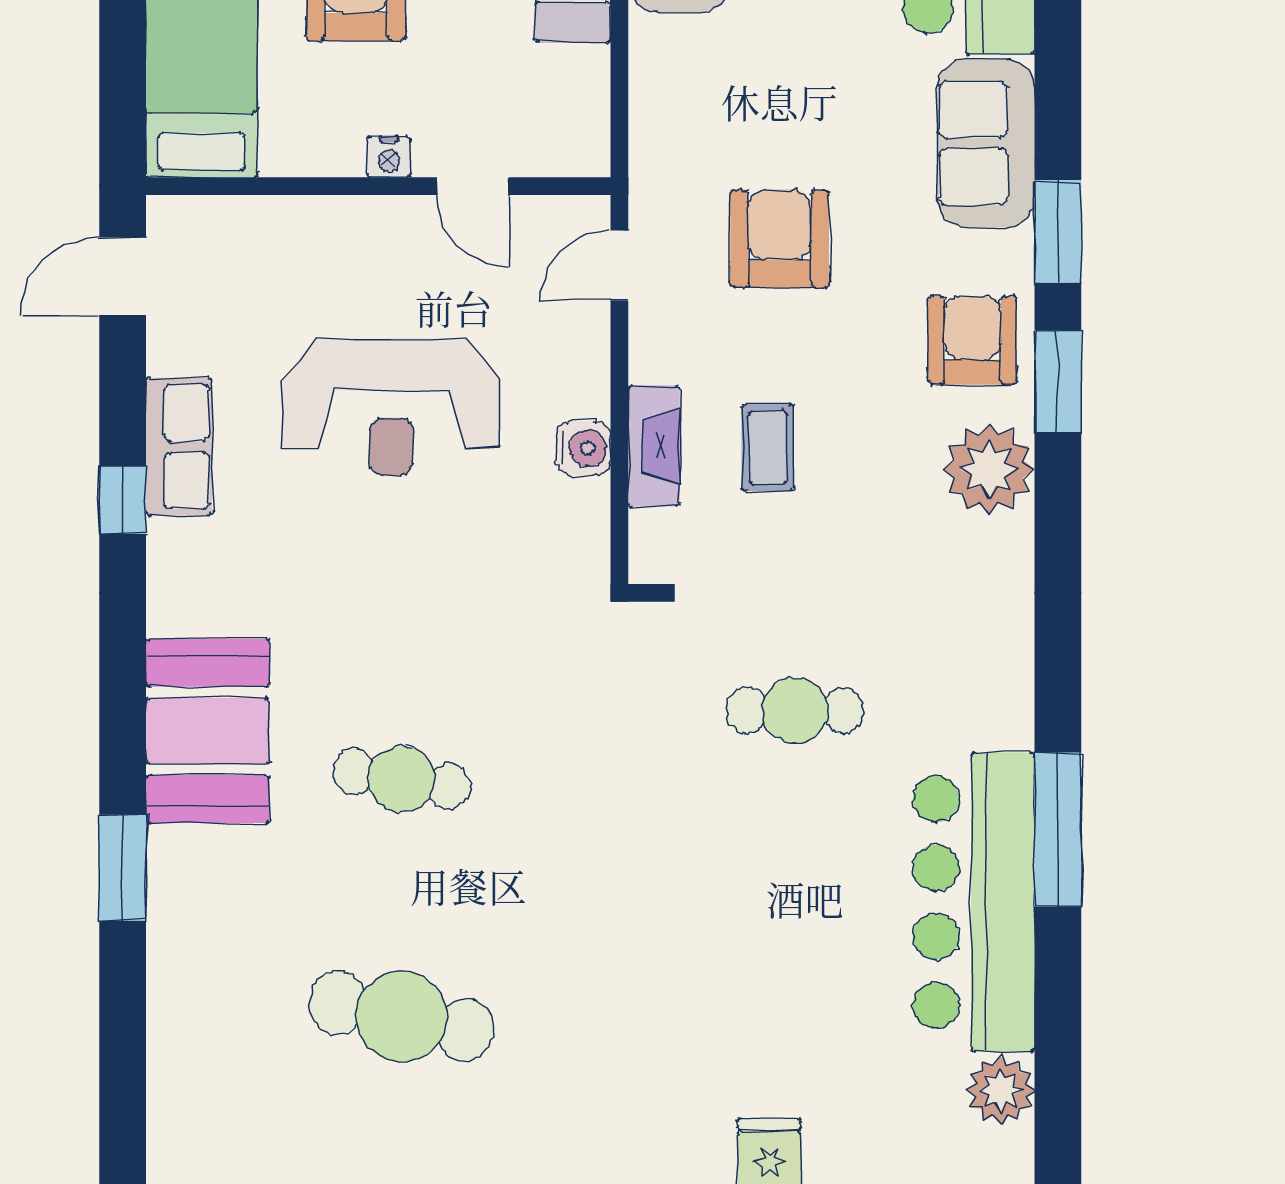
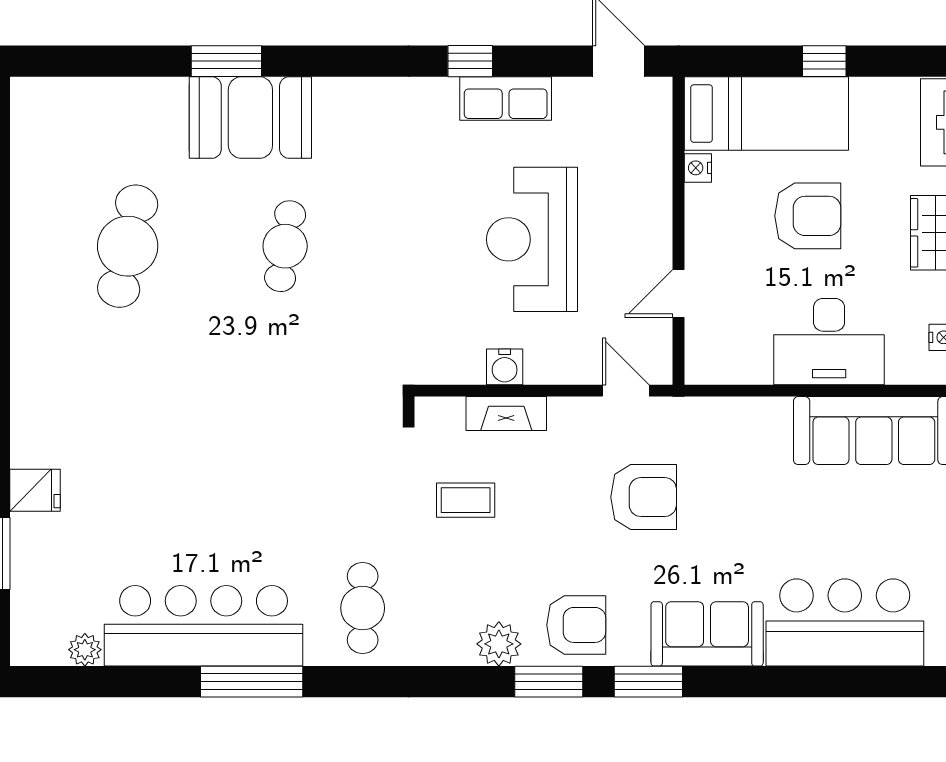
nightstand: (389, 157) -> (698, 168), moved
coffee table: (768, 448) -> (466, 500), moved
plant: (989, 469) -> (499, 644), width x0.73, depth x0.73
cafe table: (795, 711) -> (363, 608), moved
booth: (208, 731) -> (250, 118), moved
plant: (1001, 1090) -> (85, 650), width x0.73, depth x0.73

